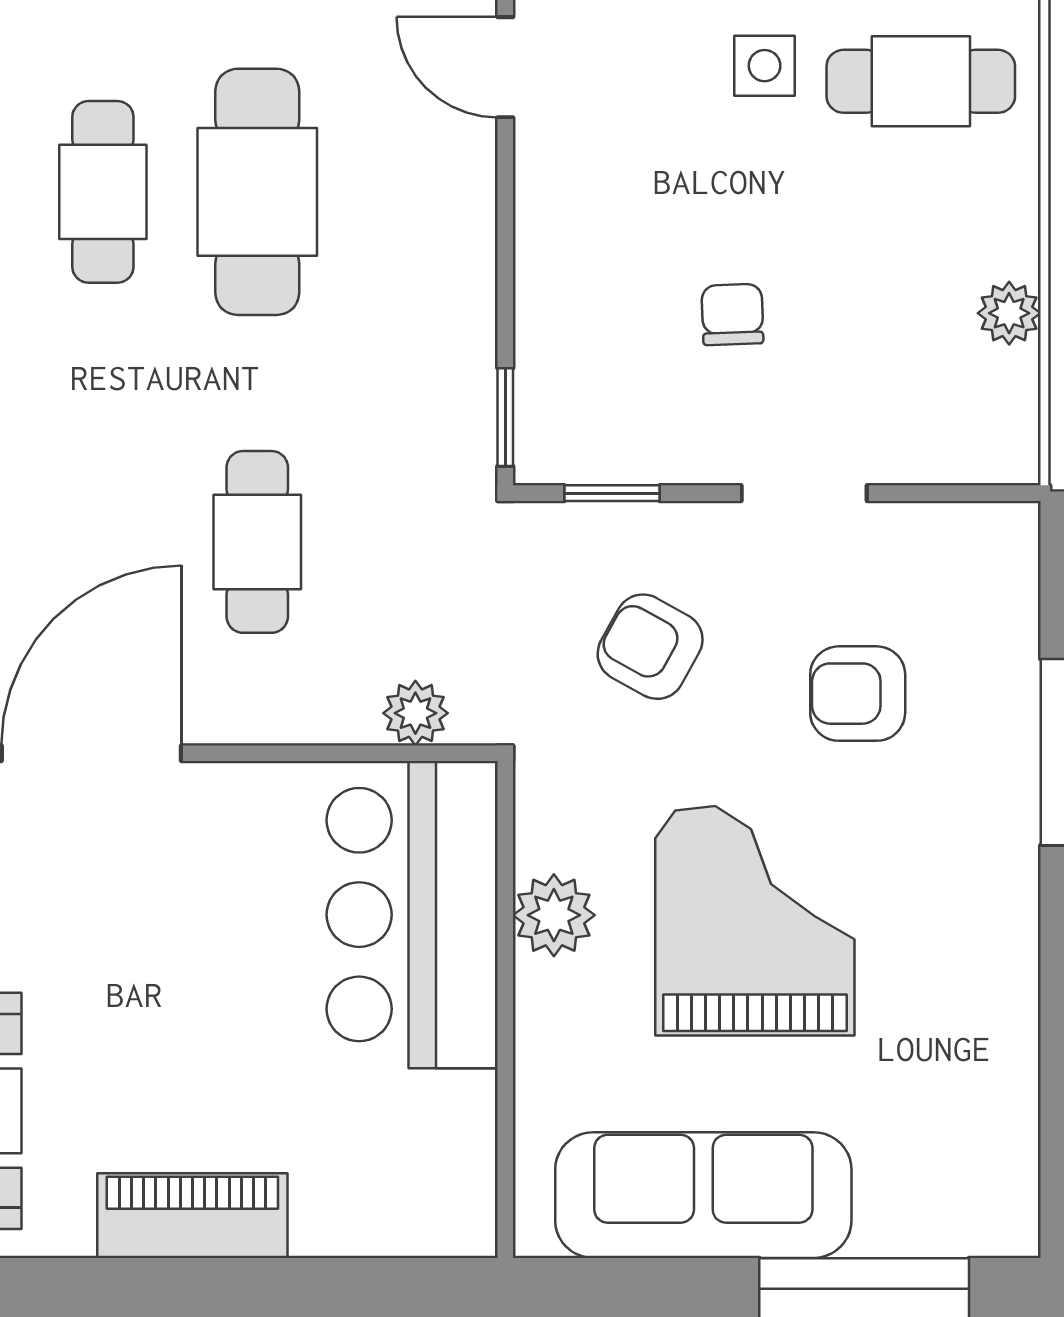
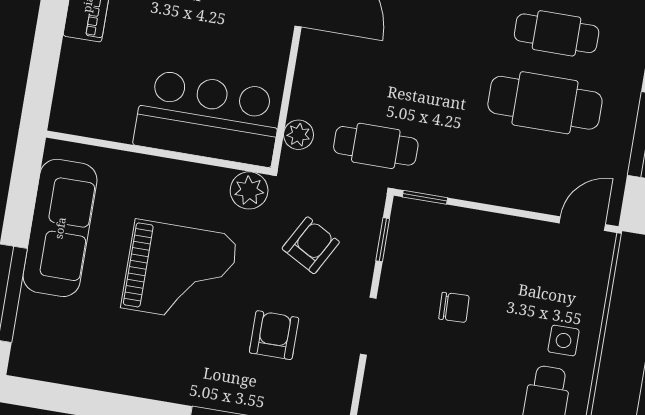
cafe table: (257, 542) -> (376, 146), moved
plant: (554, 915) -> (249, 190), moved

